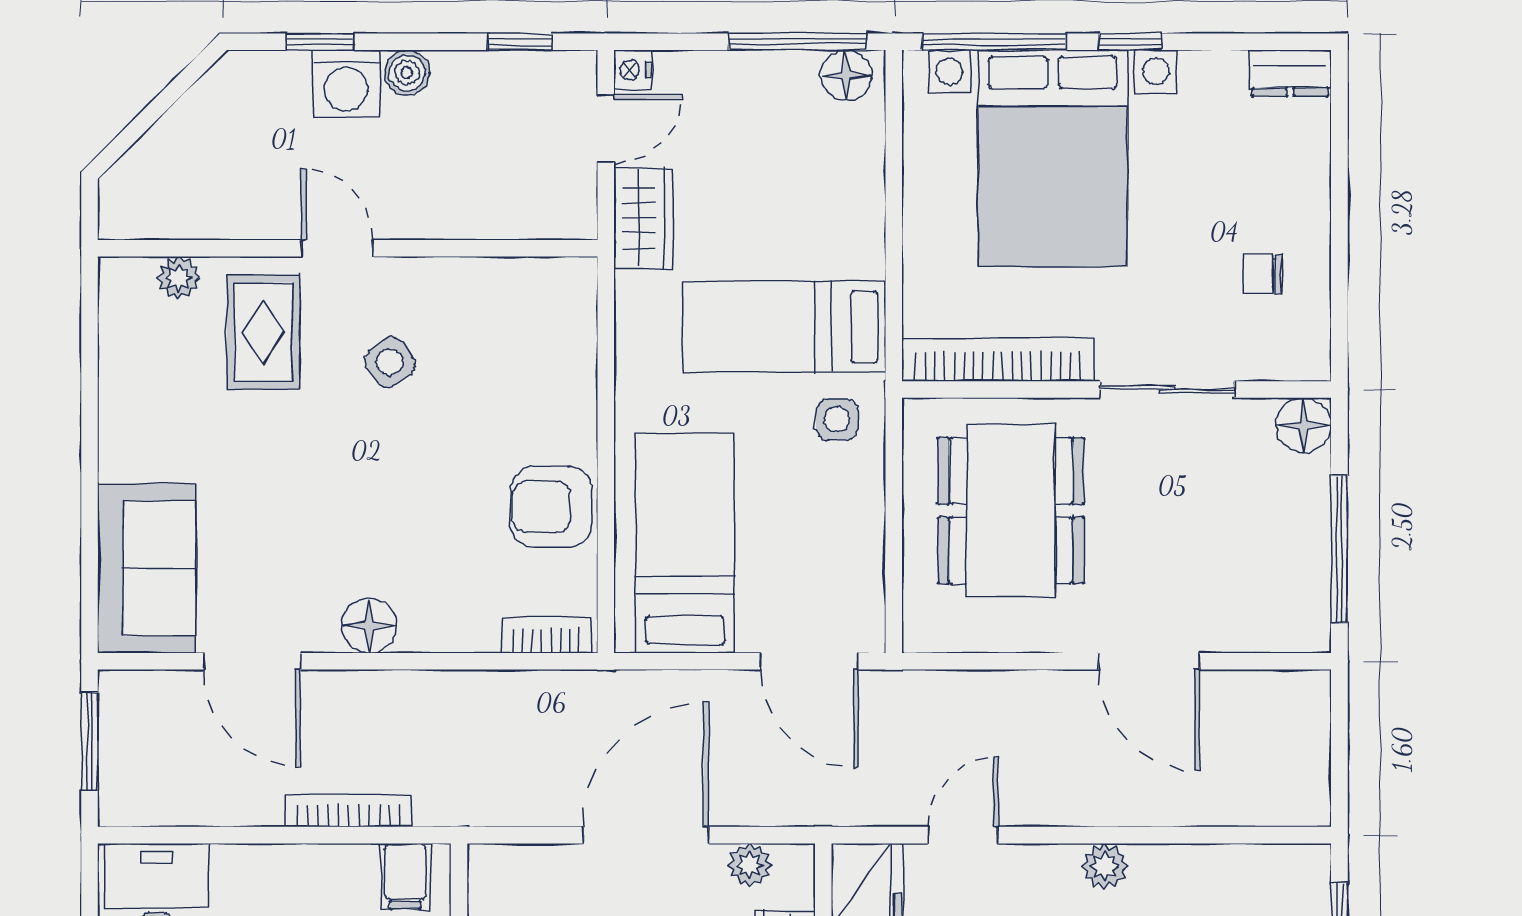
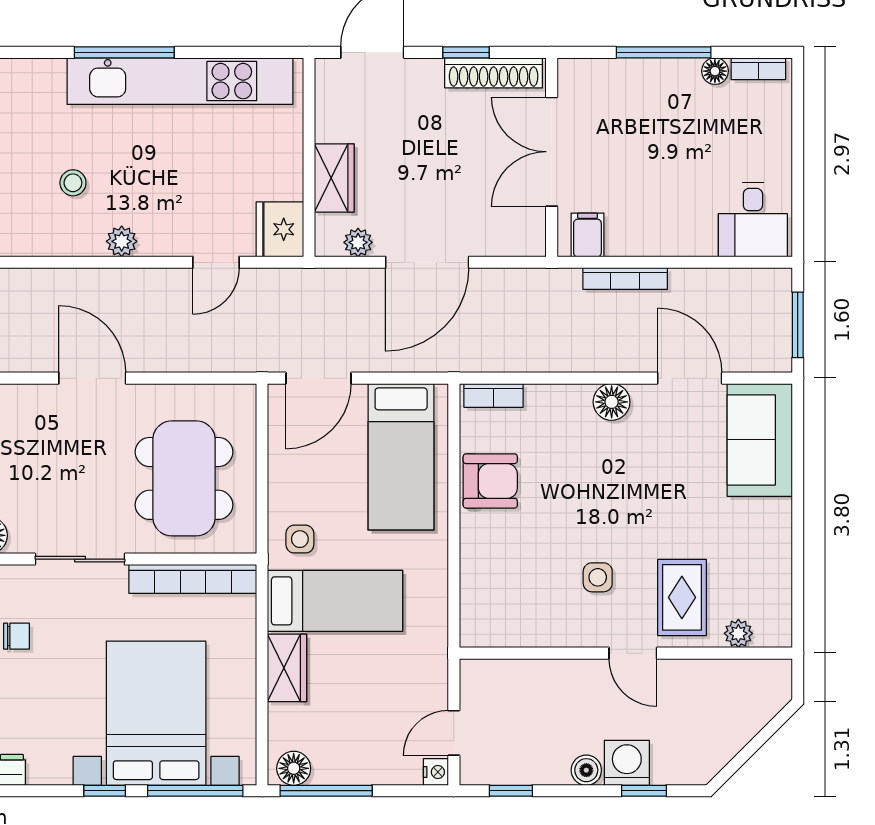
wardrobe: (643, 218) -> (287, 668), moved, turned 180
side table: (390, 362) -> (598, 577), turned 36
door: (809, 661) -> (318, 378), swing flipped

